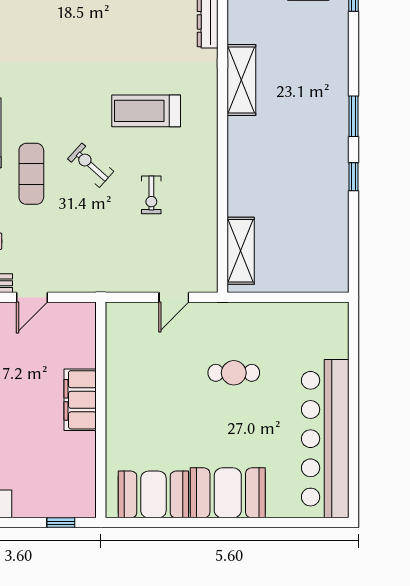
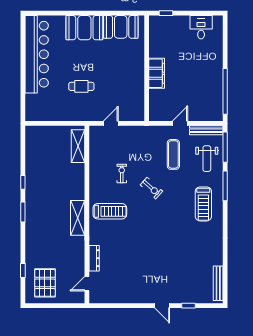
shelving: (241, 80) -> (78, 218), moved
treadmill: (146, 111) -> (110, 211), moved
exercise mat: (31, 174) -> (173, 154), moved

